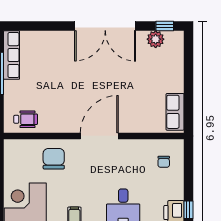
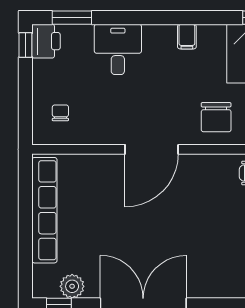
row of seats: (175, 112) -> (44, 210), width x2.02

